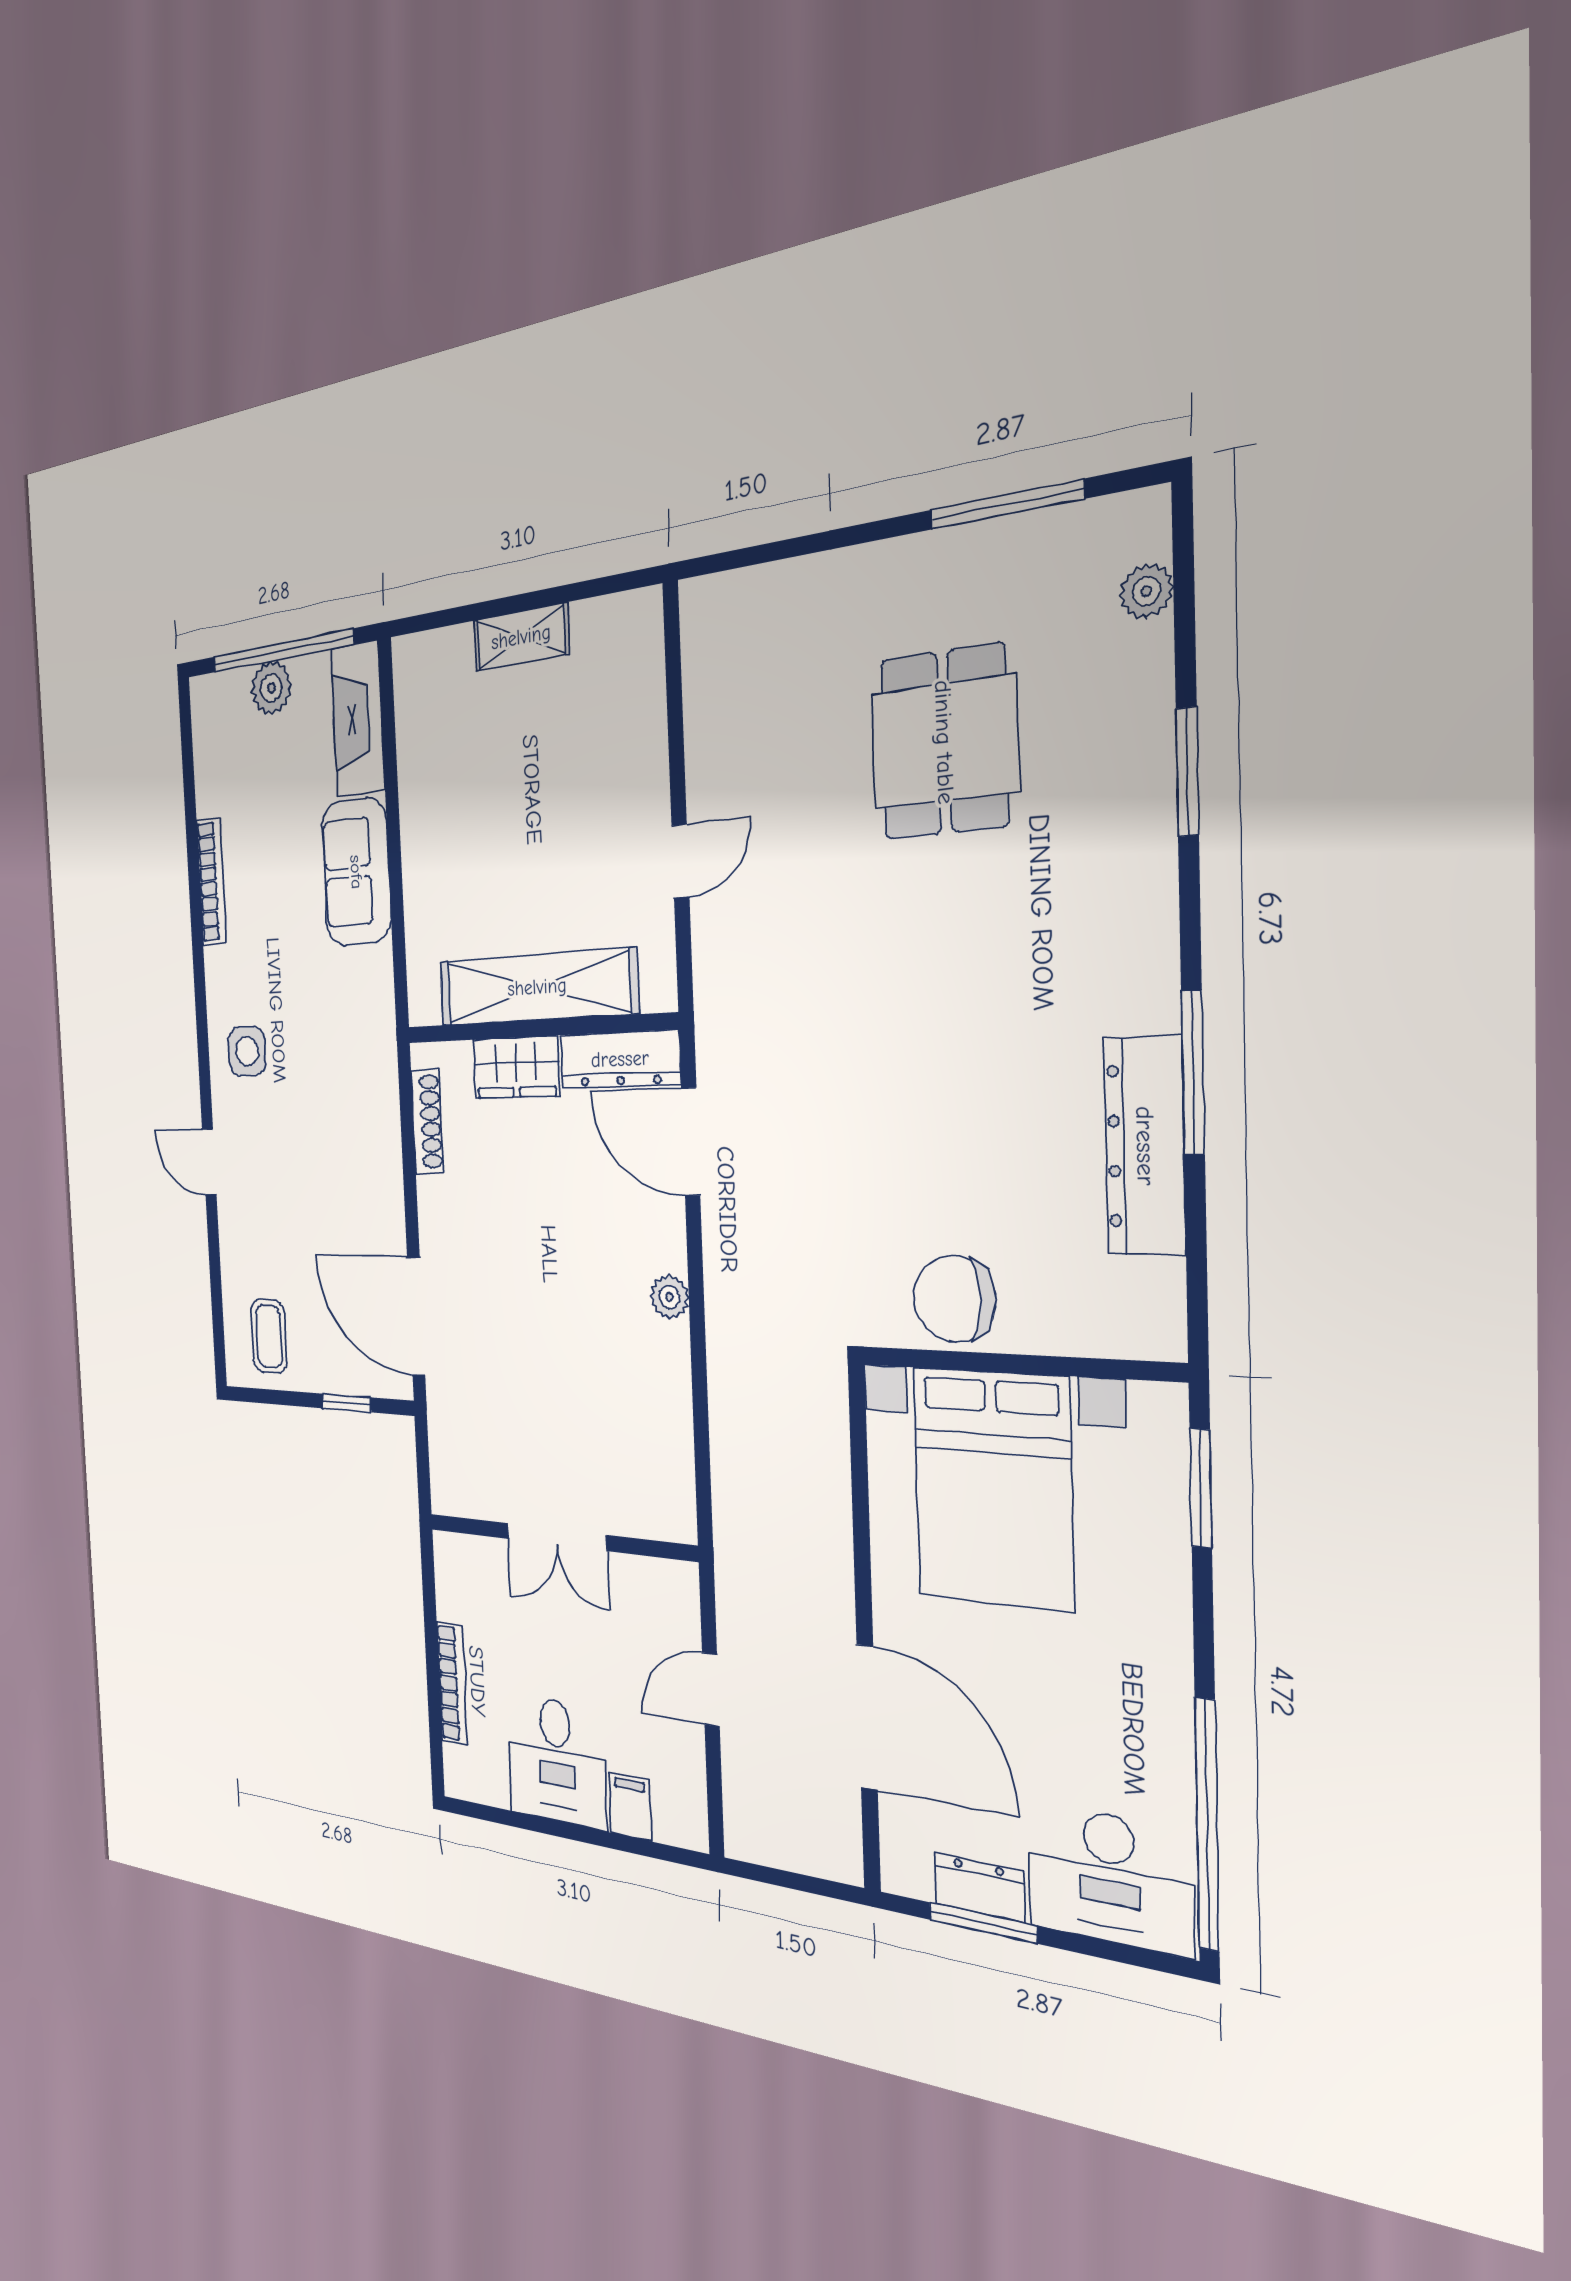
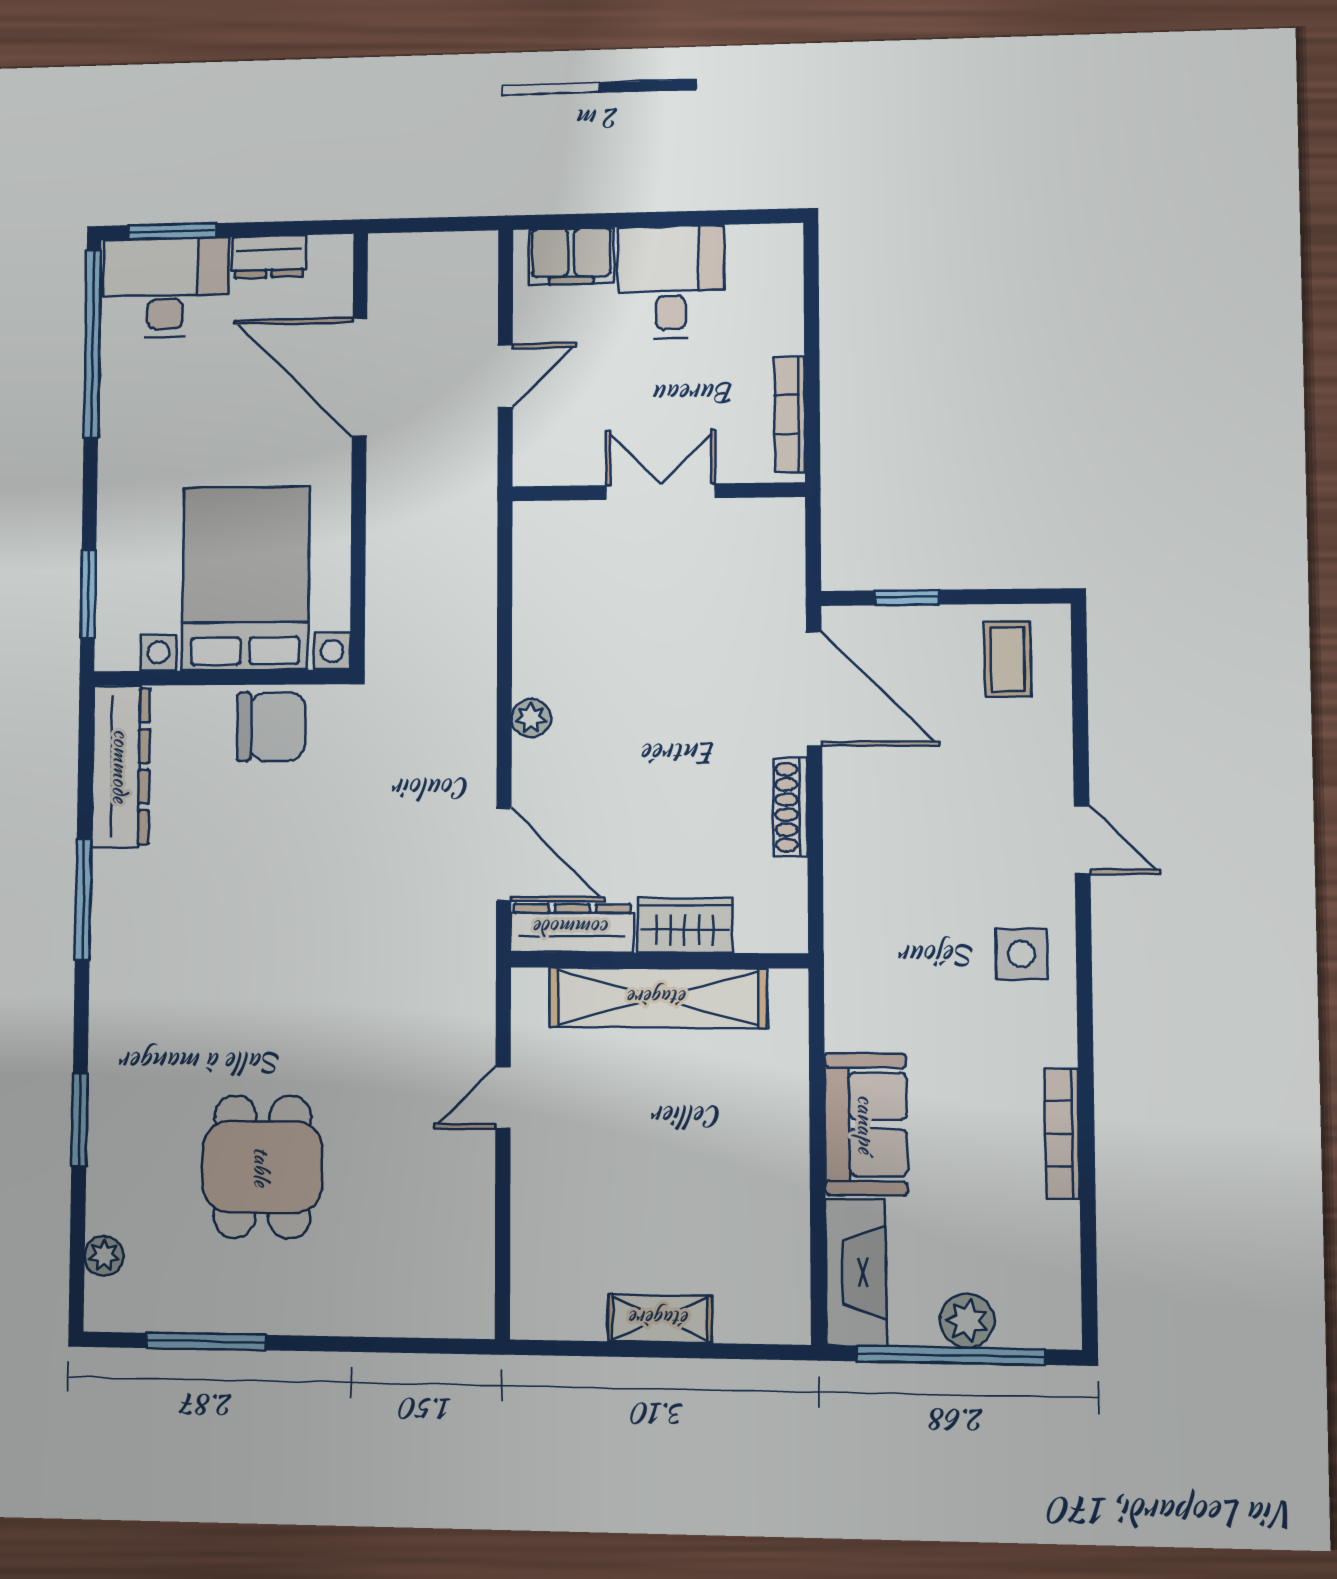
shoe rack: (427, 1122) -> (790, 807), moved
dresser: (1145, 1146) -> (121, 766), moved
bookcase: (452, 1683) -> (790, 415), moved
filing cabinet: (630, 1806) -> (571, 256), width x2.00
window: (983, 1923) -> (172, 231), moved

